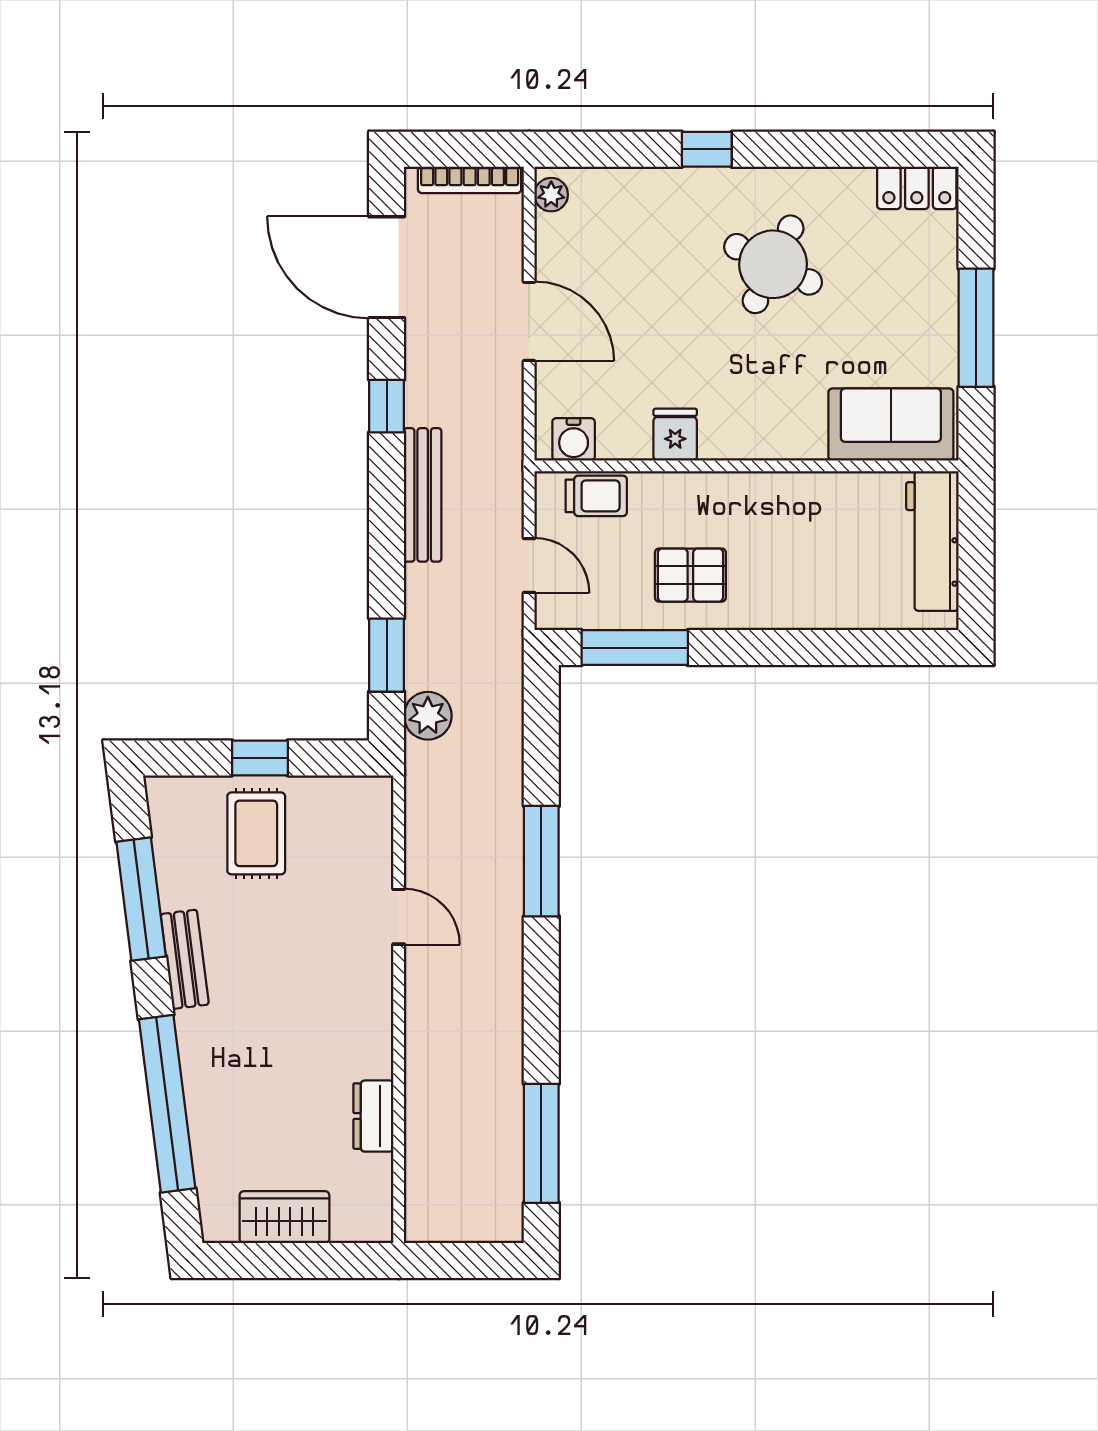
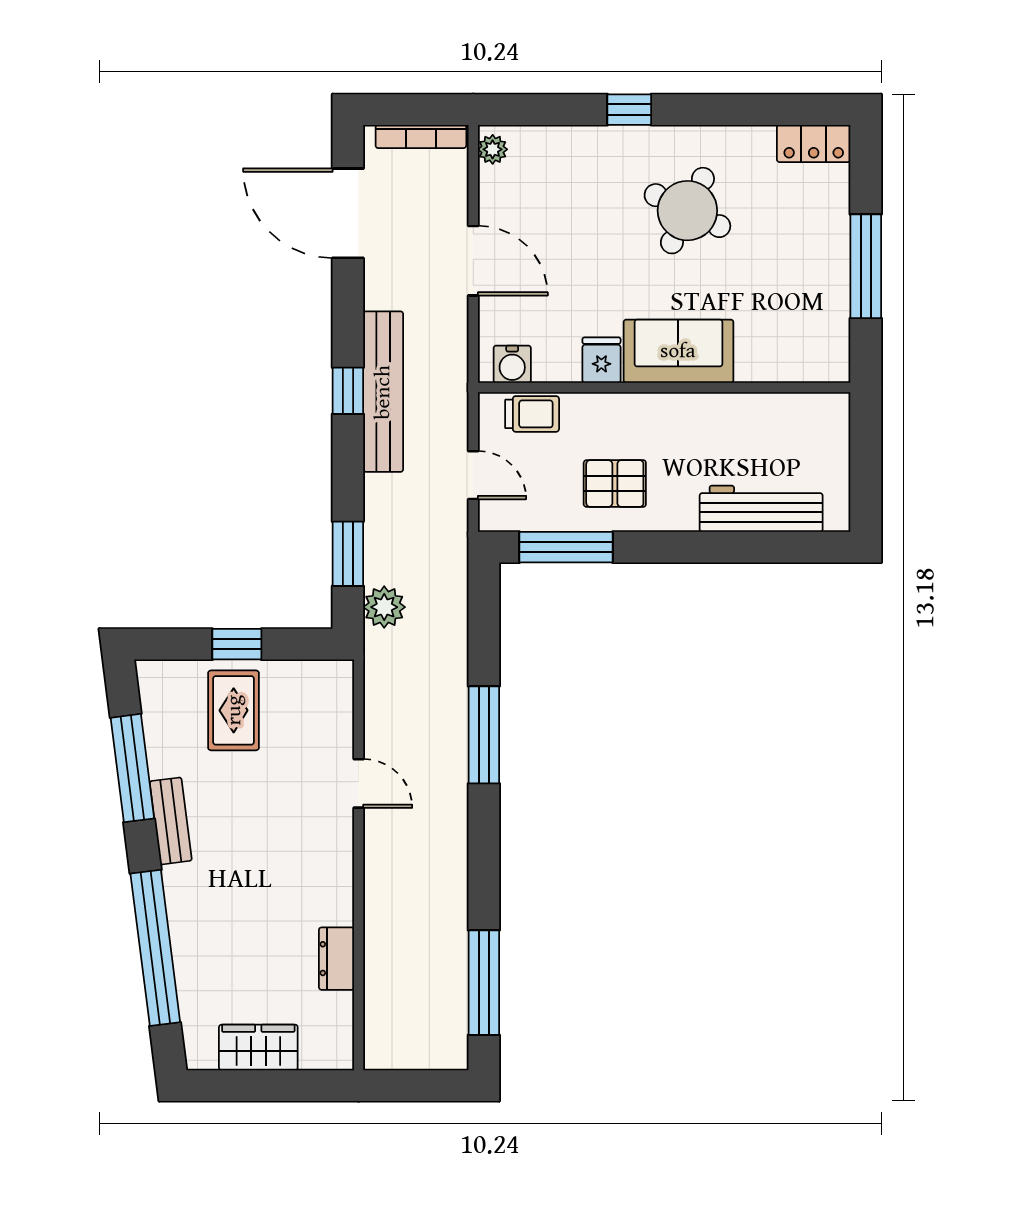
window: (387, 406) -> (348, 391), moved
sofa: (891, 424) -> (678, 351), moved
bench: (423, 495) -> (383, 392), width x1.37, depth x1.21
workbench: (932, 541) -> (761, 509), moved, turned 90

